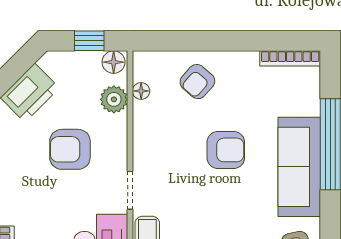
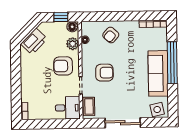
armchair: (70, 149) -> (63, 66), moved
armchair: (226, 150) -> (104, 73), moved

